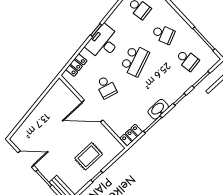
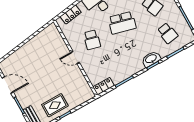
school desk: (135, 61) -> (122, 23), turned 36
washbasin: (158, 109) -> (151, 59), moved
door: (92, 111) -> (75, 57), width x0.53
rug: (89, 156) -> (55, 105), moved

